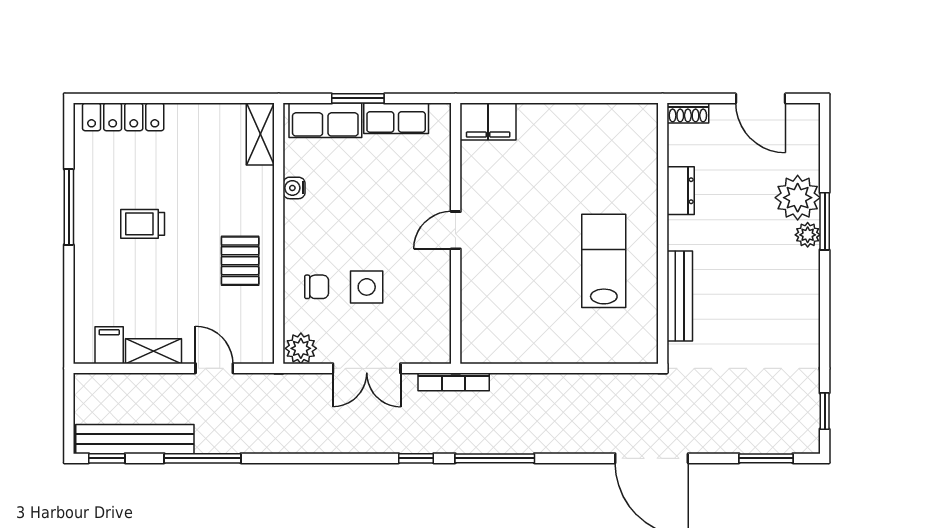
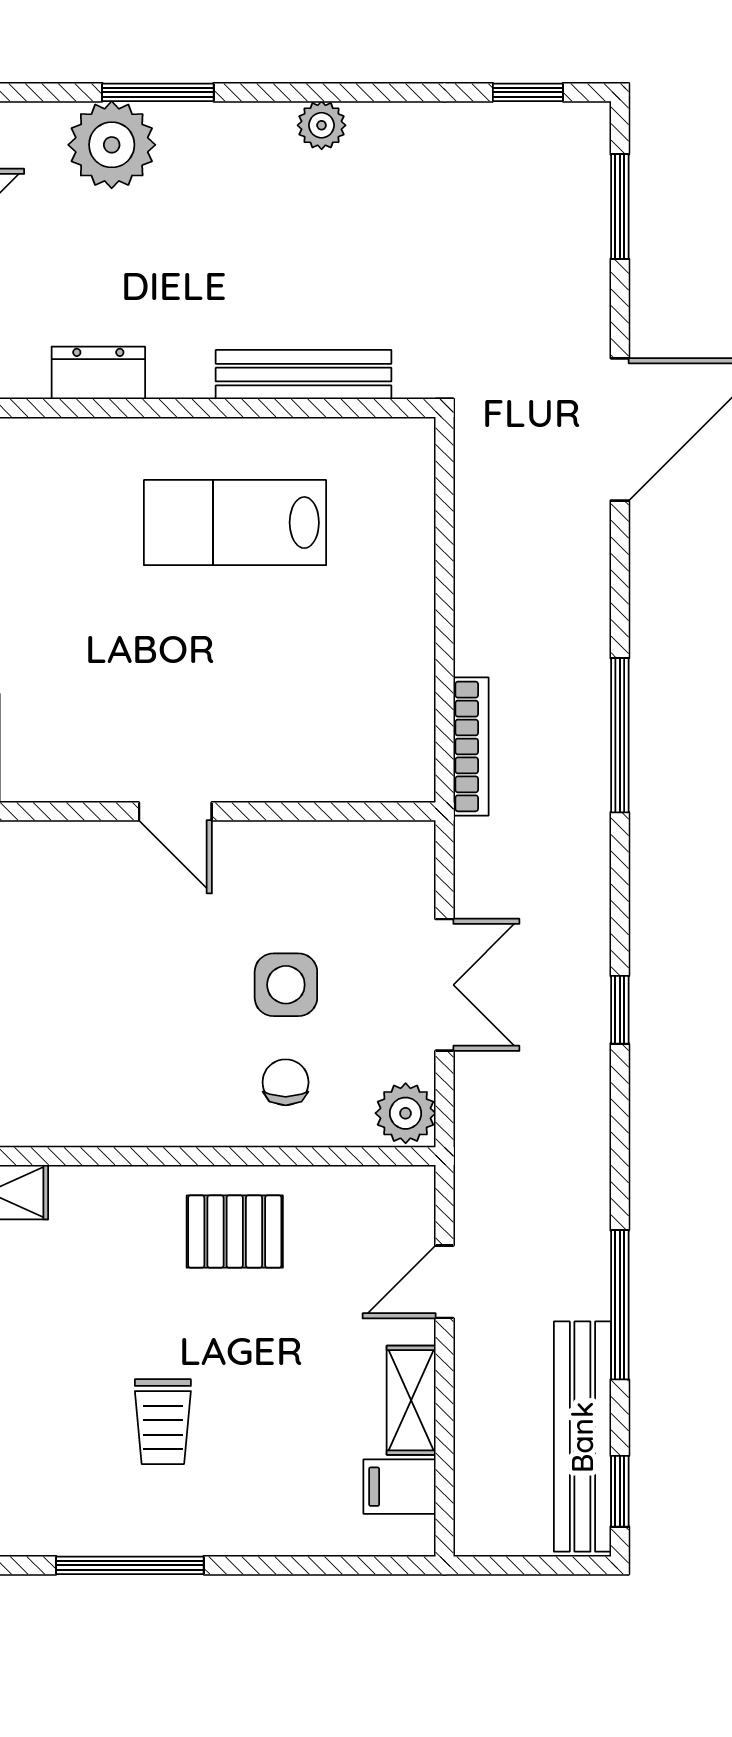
water cooler: (294, 188) -> (93, 1126), removed
plant: (808, 235) -> (322, 125), moved
bookcase: (454, 382) -> (471, 746), moved
window: (416, 458) -> (620, 1010), moved

